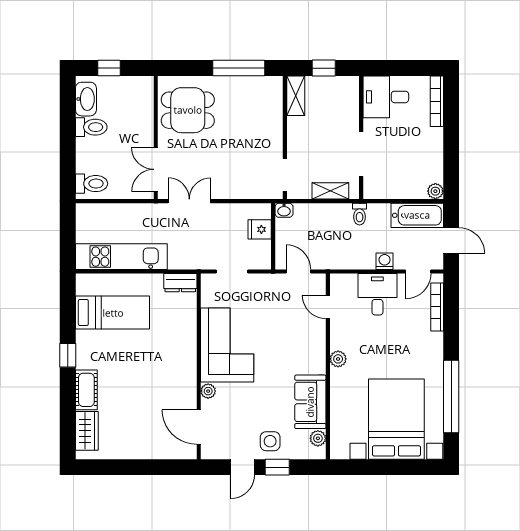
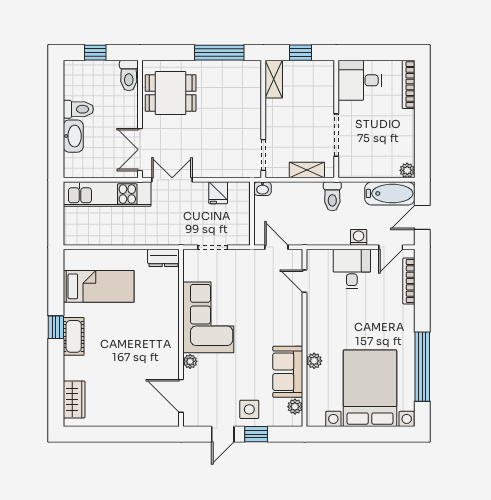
washbasin: (86, 99) -> (73, 136), moved
toilet: (92, 184) -> (129, 76), moved, turned 90
toilet: (360, 214) -> (332, 196), width x1.37, depth x1.39
fridge: (260, 229) -> (218, 193), moved, turned -90
door: (451, 240) -> (422, 217), swing flipped
kitchen unit: (121, 257) -> (107, 194), moved, turned 180
plant: (338, 359) -> (314, 361), moved
cot: (86, 390) -> (74, 336), moved

